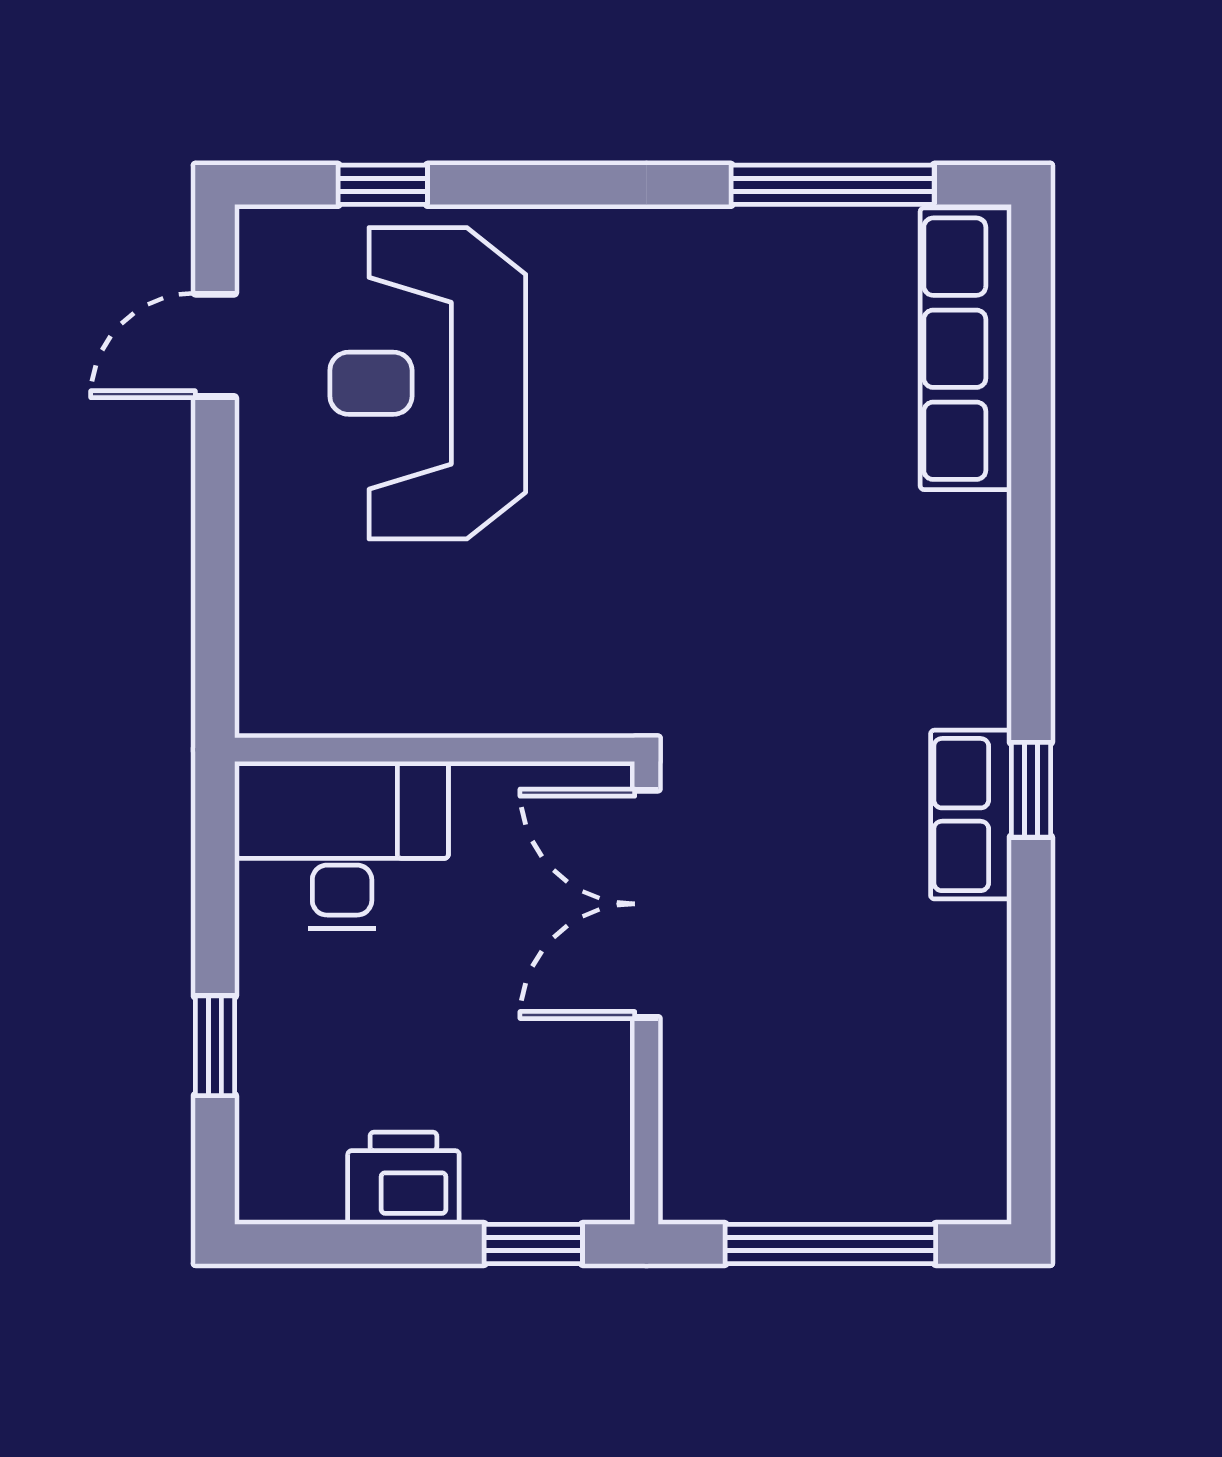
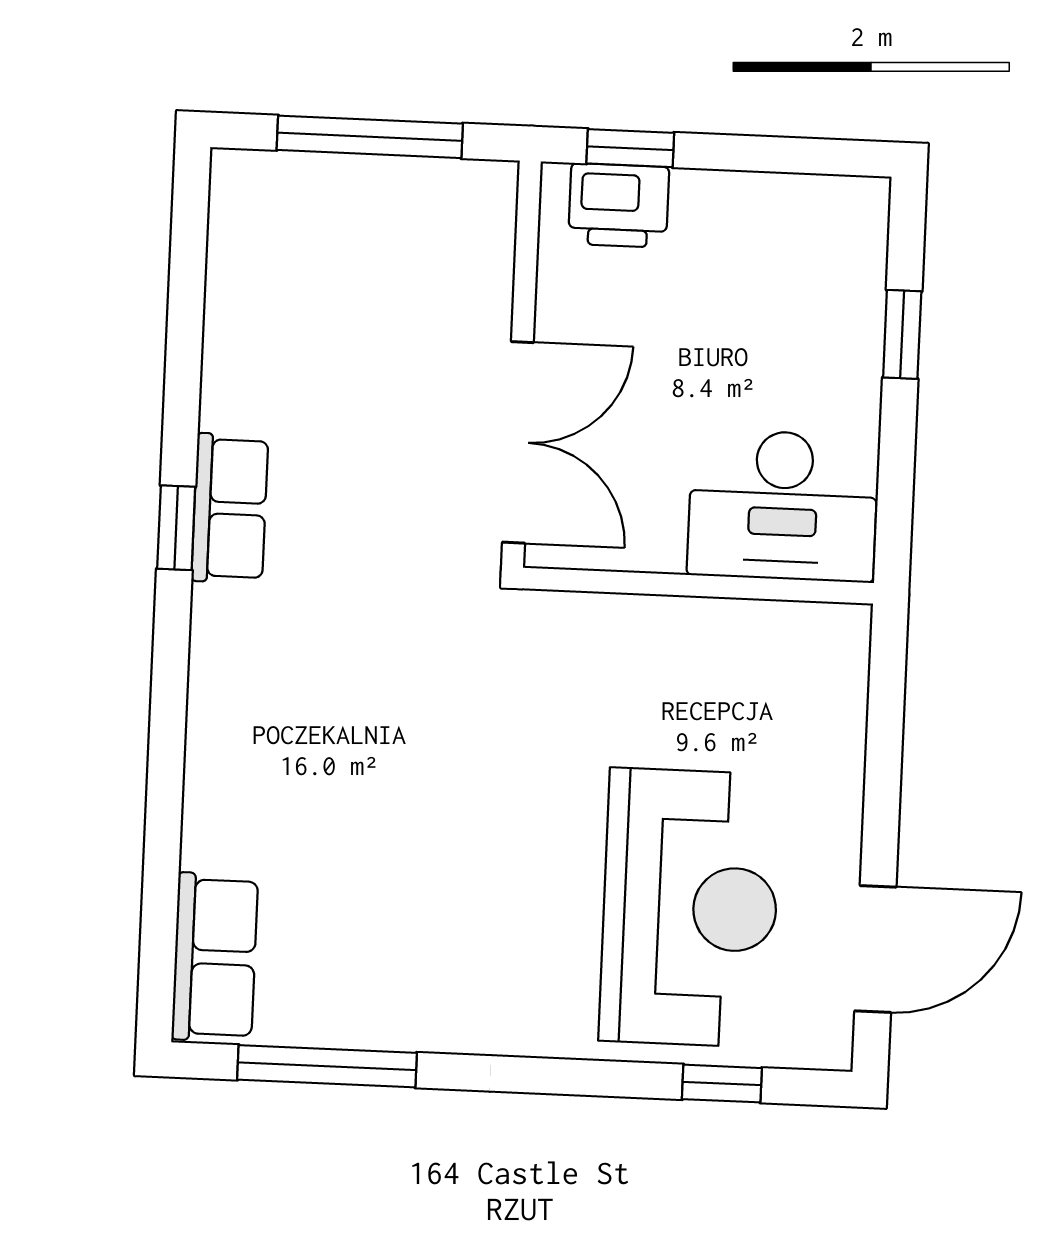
door: (215, 345) -> (875, 949), width x1.38
row of seats: (966, 349) -> (215, 957), width x0.68
printer: (403, 1178) -> (619, 205), moved

